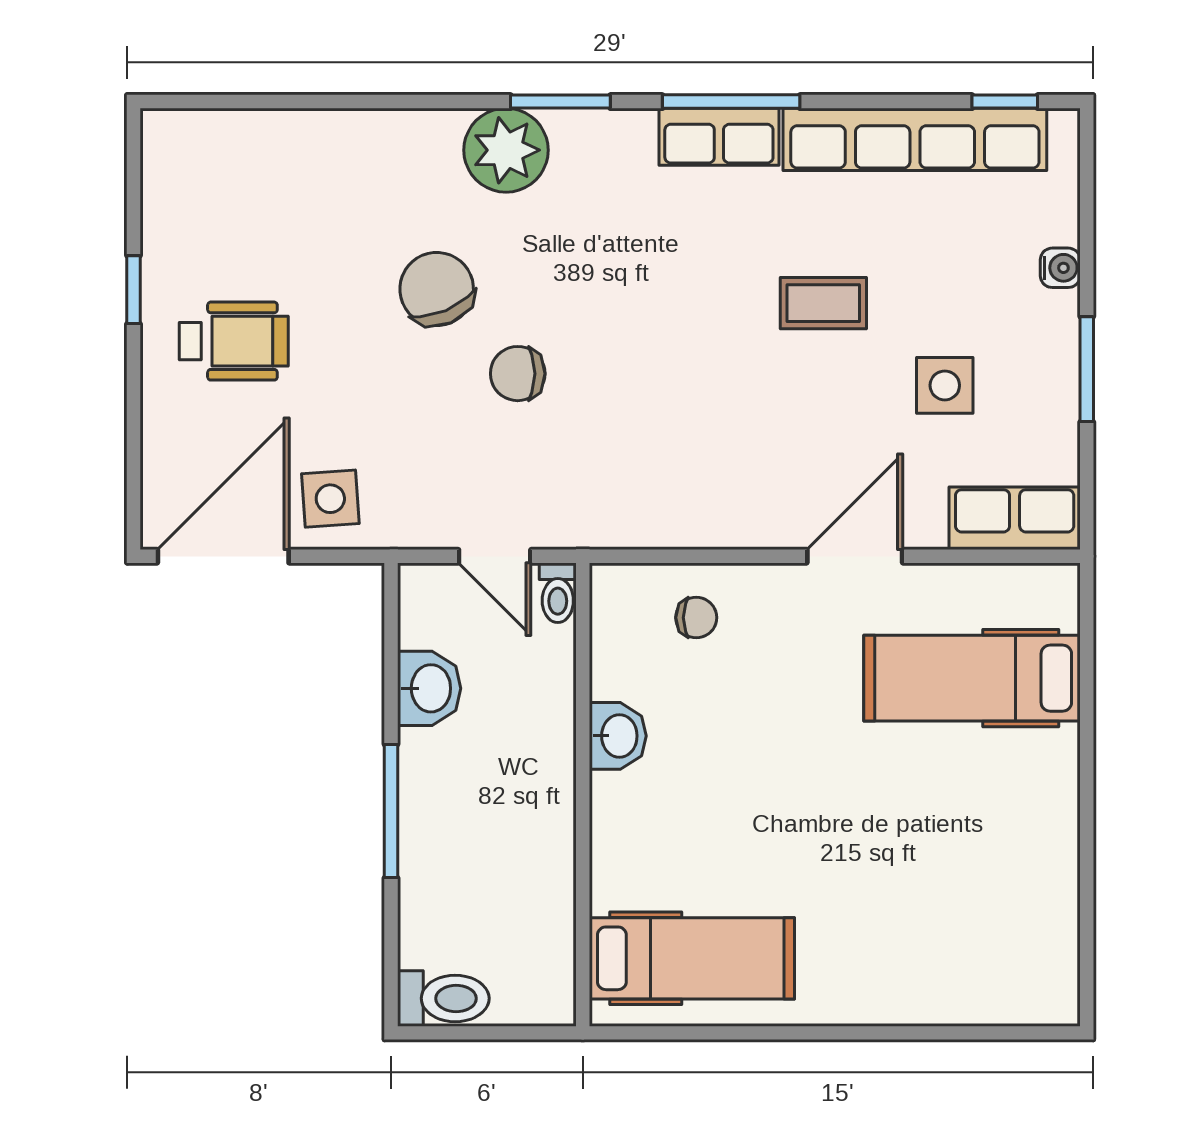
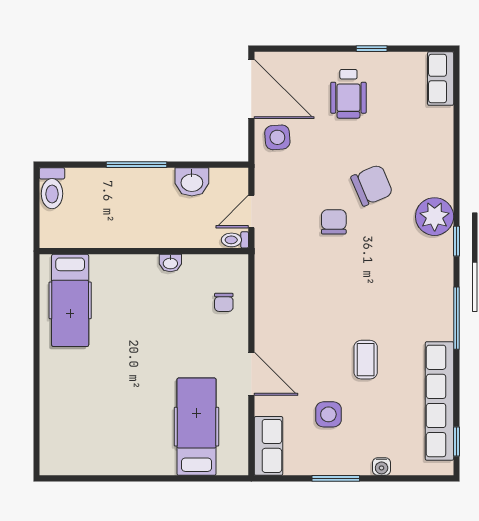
window: (560, 102) -> (456, 241), width x0.67
row of seats: (719, 137) -> (441, 79), moved
washbasin: (618, 736) -> (170, 263), width x0.72, depth x0.69

